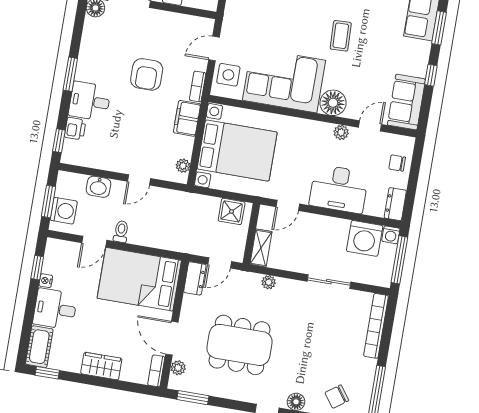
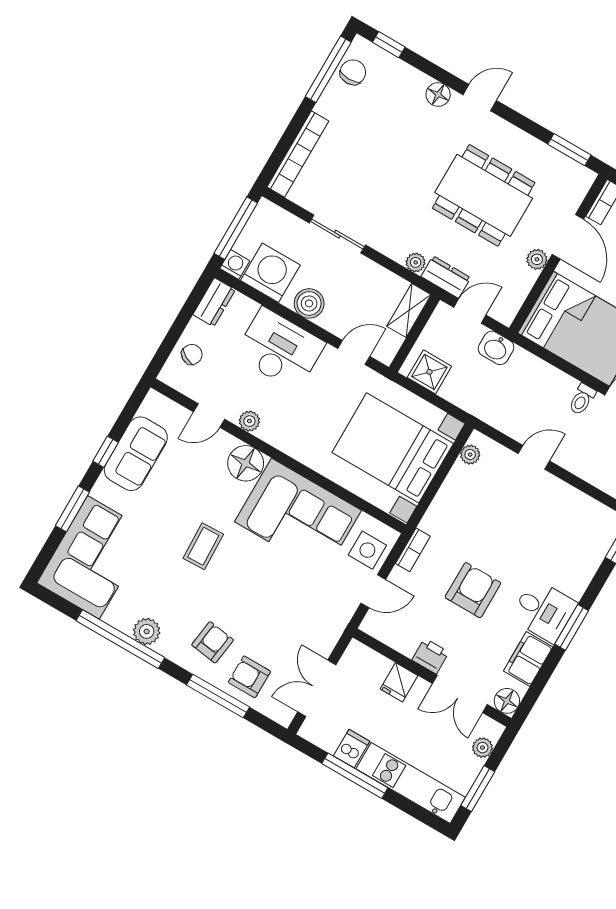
desk: (90, 101) -> (543, 611), moved
sofa: (406, 102) -> (136, 454), moved
filing cabinet: (187, 118) -> (528, 659), moved, turned 180
printer: (75, 129) -> (430, 656), moved, turned 90
chair: (397, 163) -> (192, 354), turned -61
washbasin: (98, 187) -> (496, 348), moved, turned 180
boiler: (331, 227) -> (309, 303), added
dresser: (195, 278) -> (446, 277), moved, turned 90
plant: (178, 368) -> (537, 259), moved
chair: (337, 397) -> (353, 72), moved, turned -54

